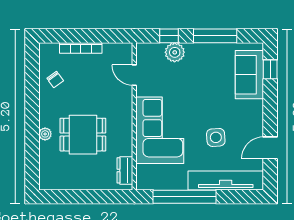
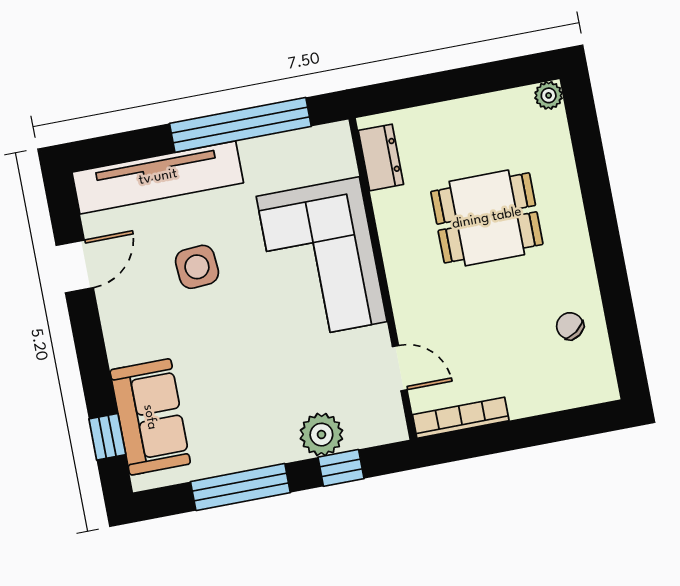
bookcase: (81, 48) -> (461, 418), moved
plant: (45, 134) -> (549, 95), moved

